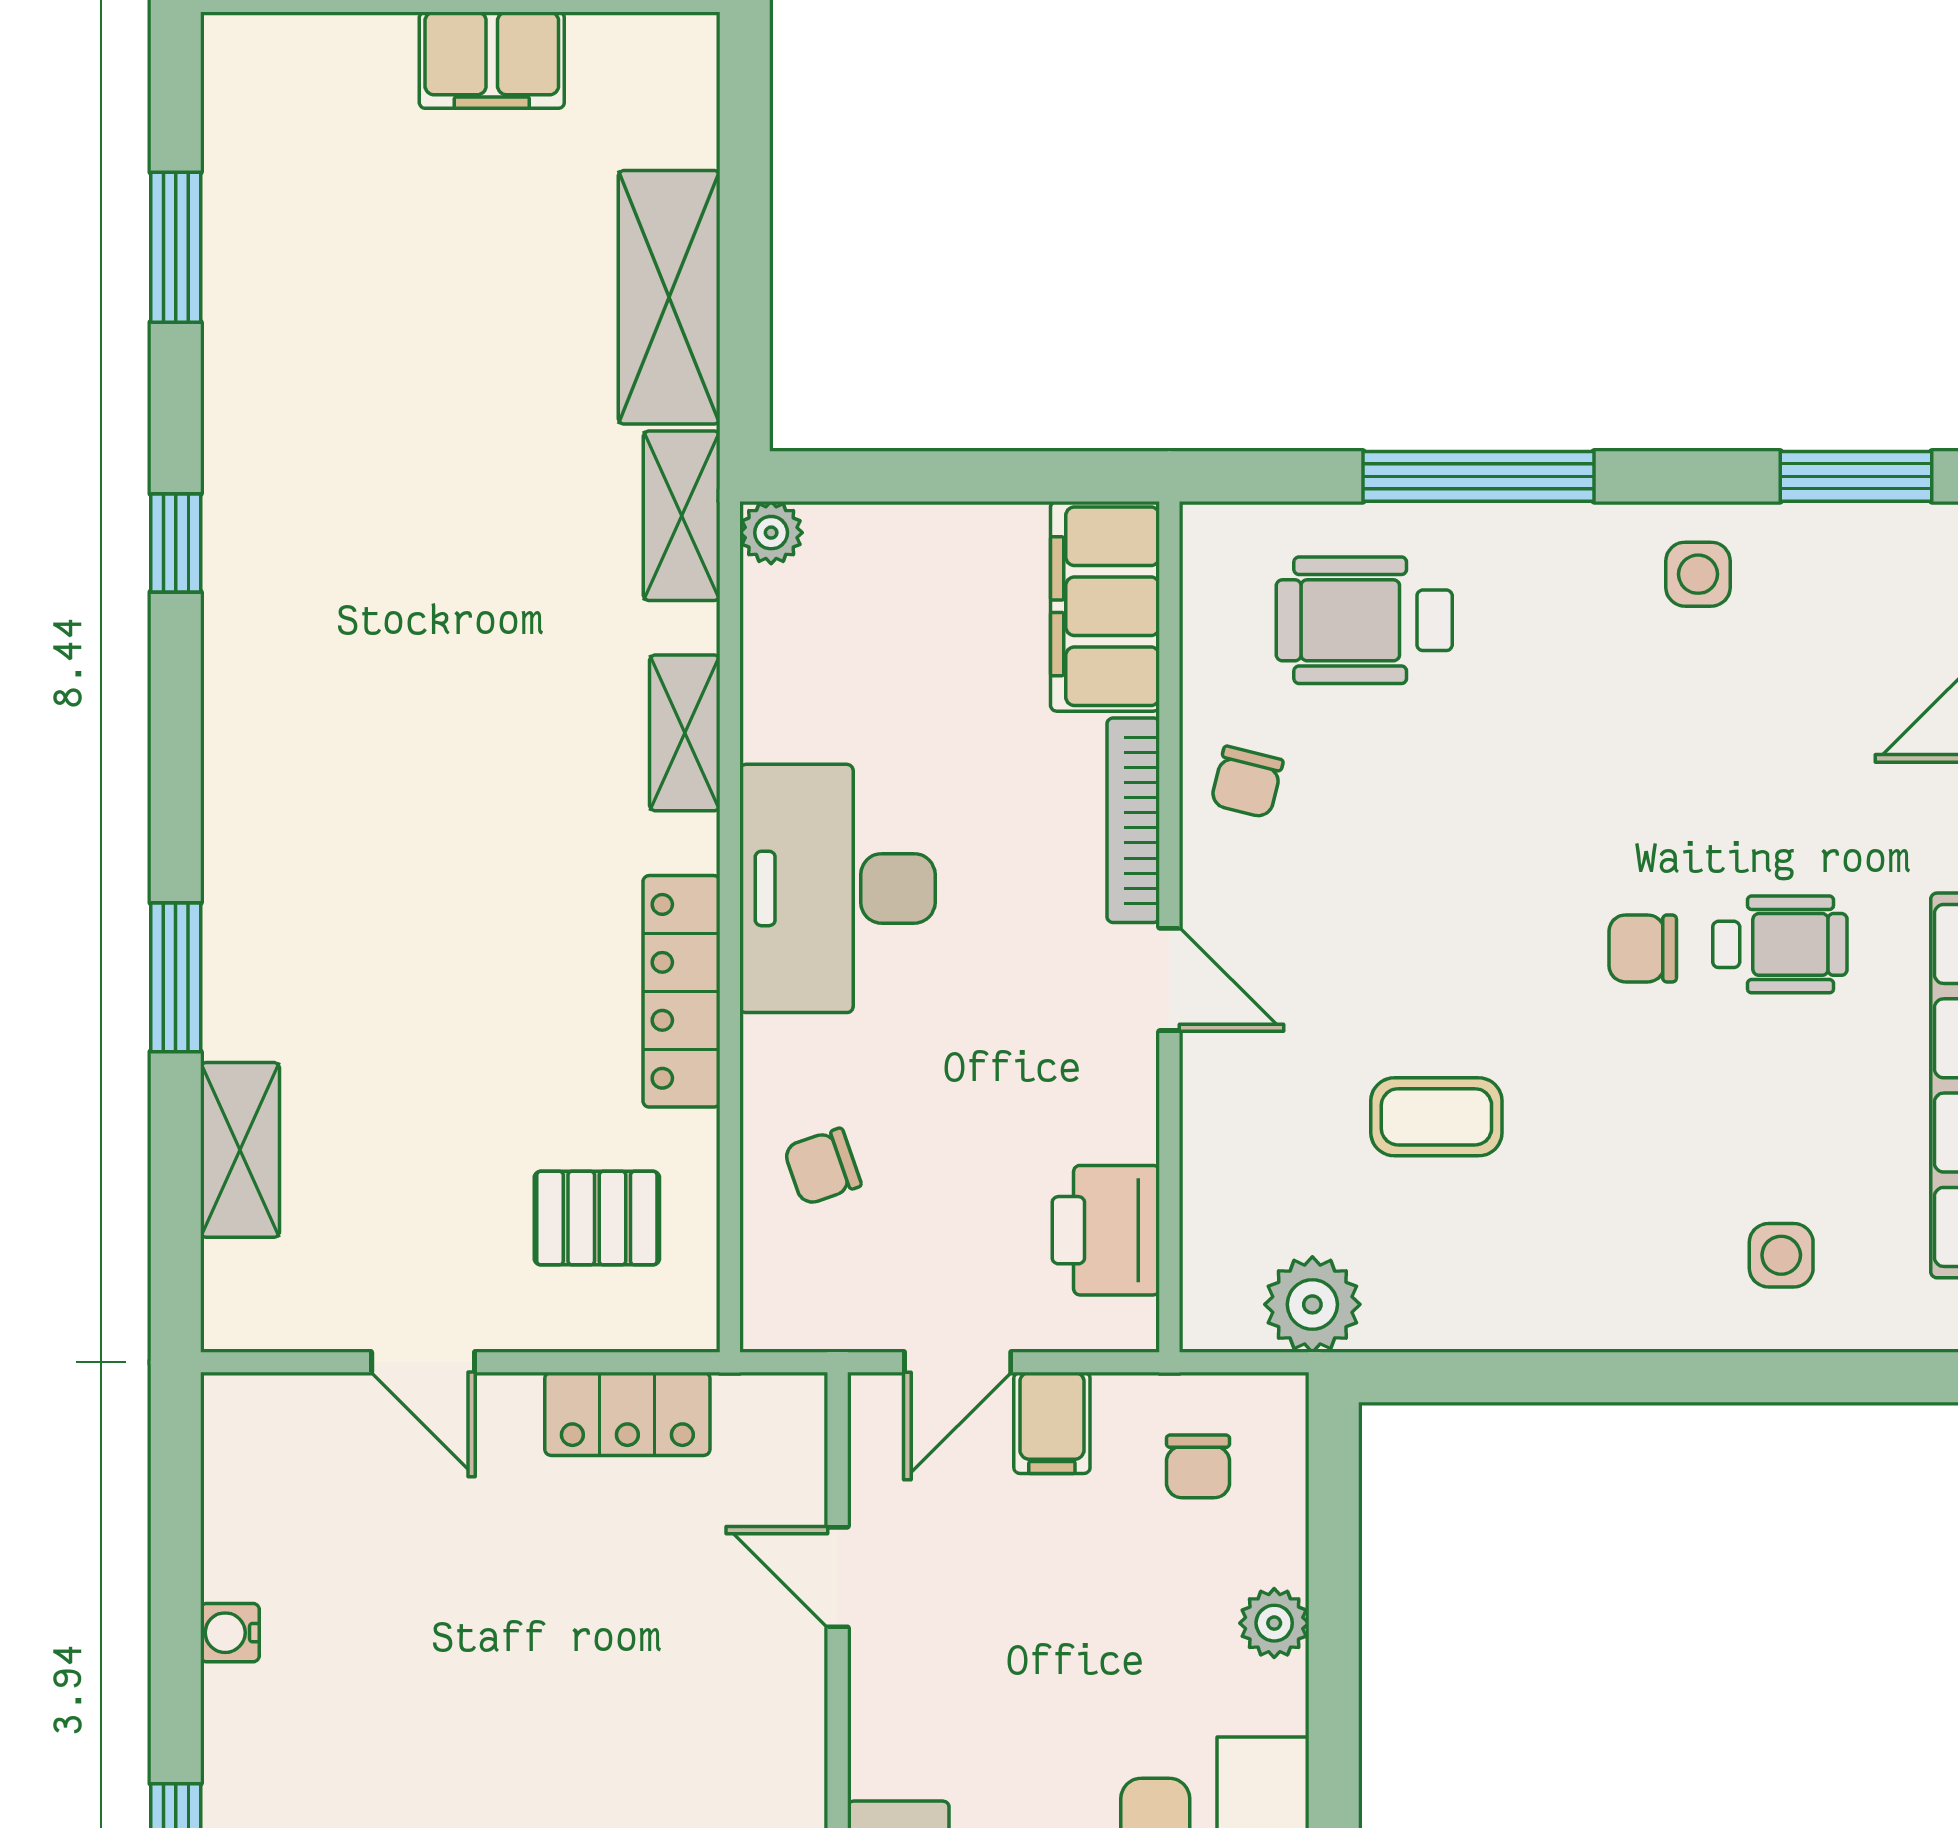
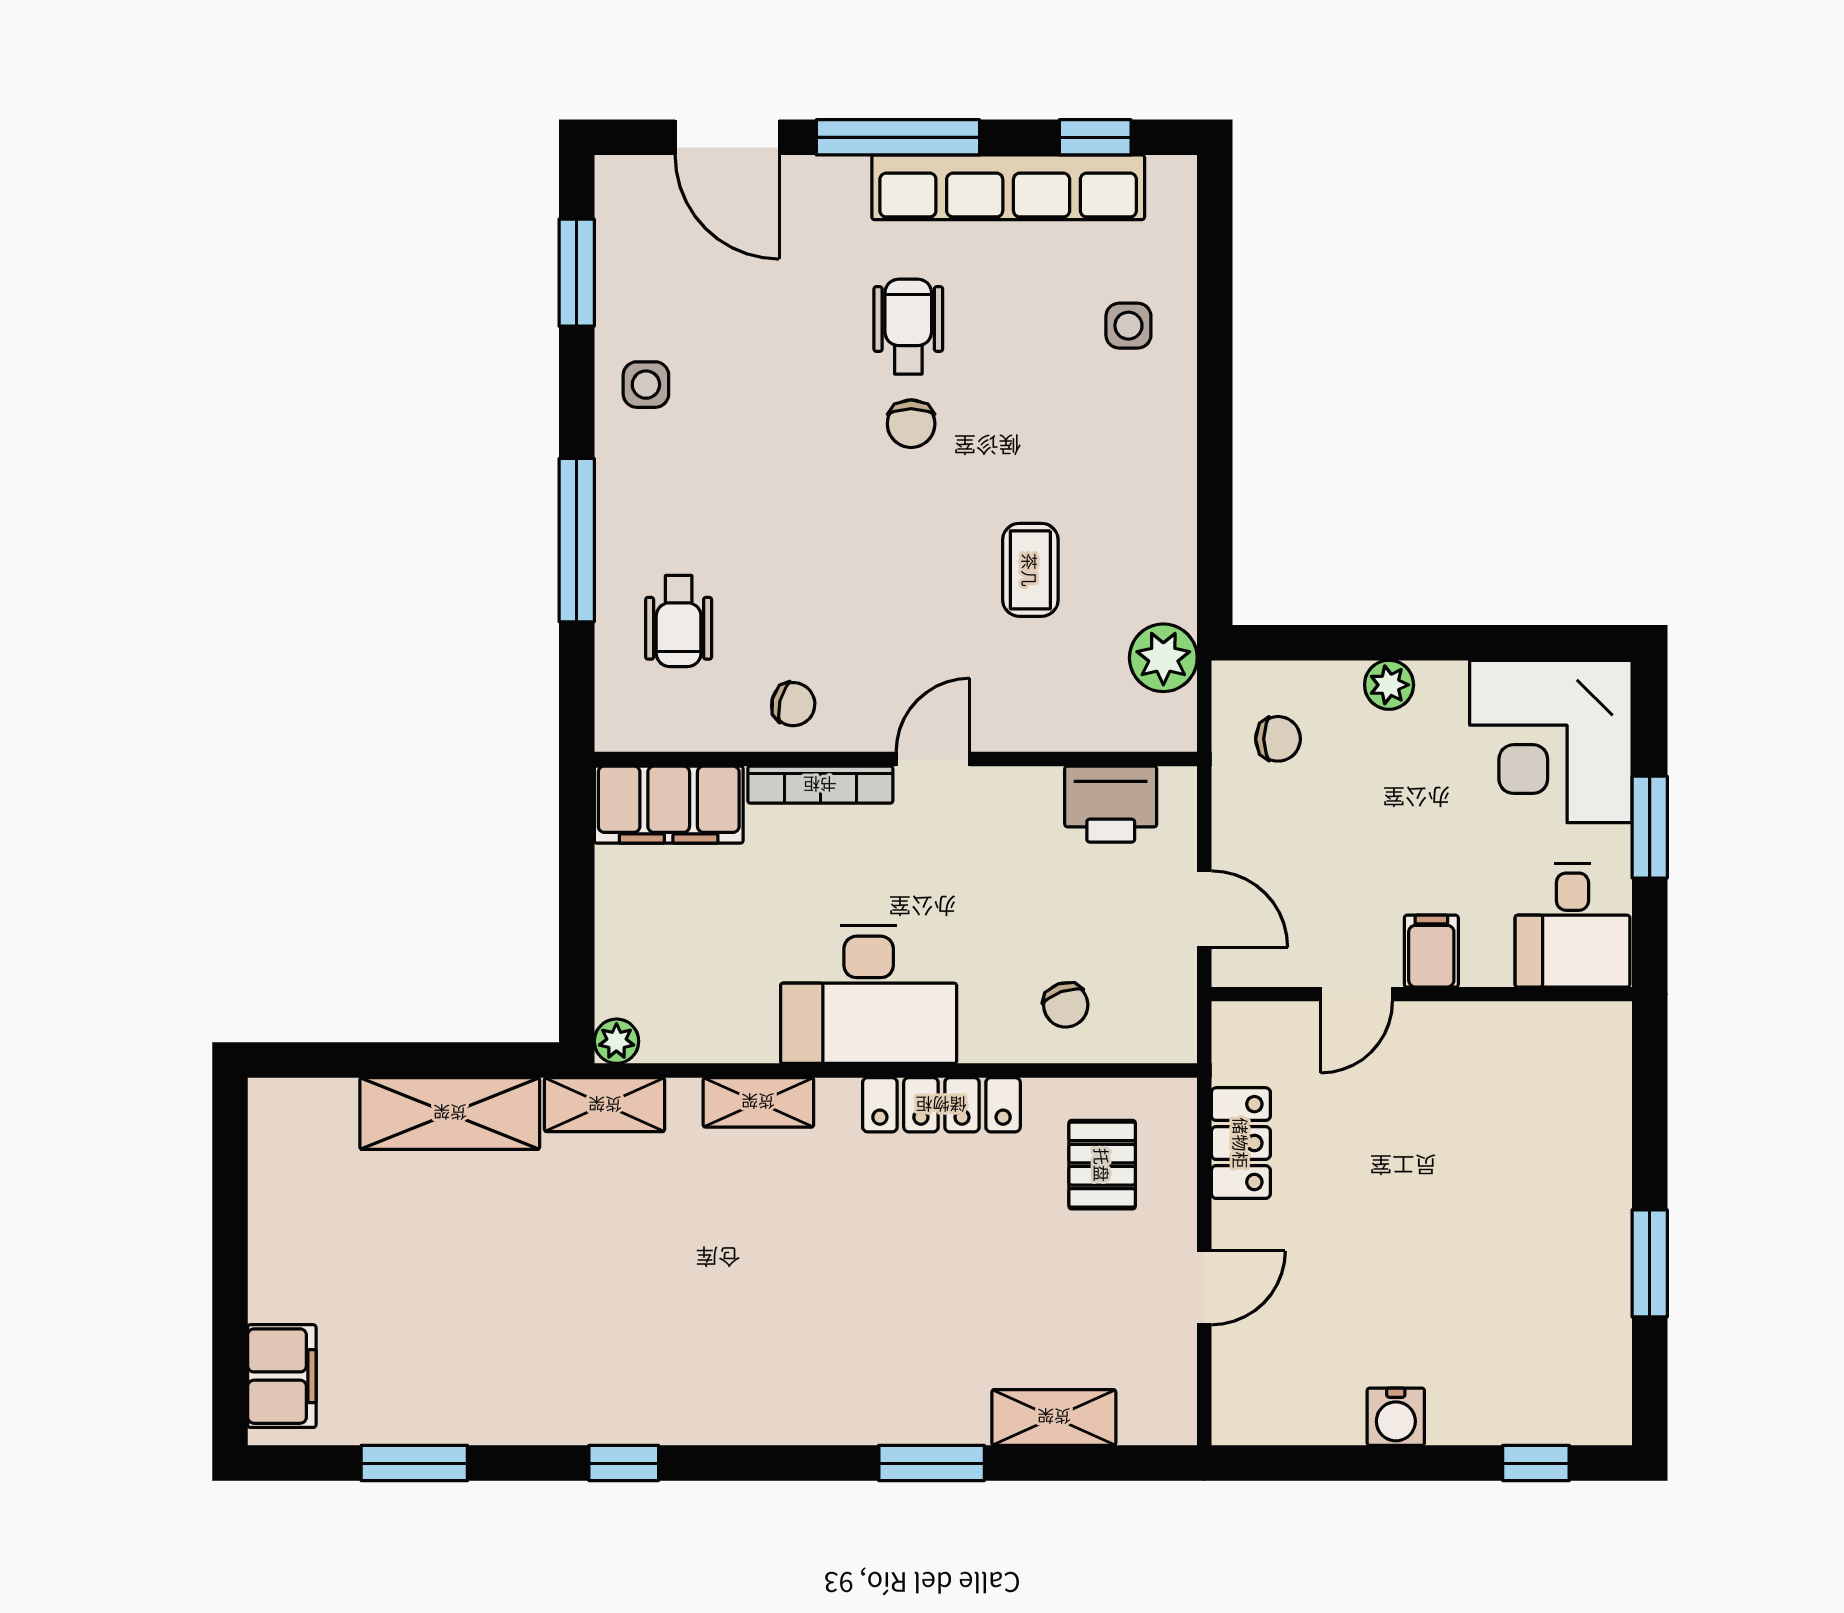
filing cabinet: (492, 60) -> (282, 1376), moved
wheelchair: (1364, 620) -> (679, 621), width x0.73, depth x0.73
filing cabinet: (1052, 1423) -> (1431, 951), moved, turned -90
water cooler: (230, 1633) -> (1396, 1417), width x1.38, depth x1.38

